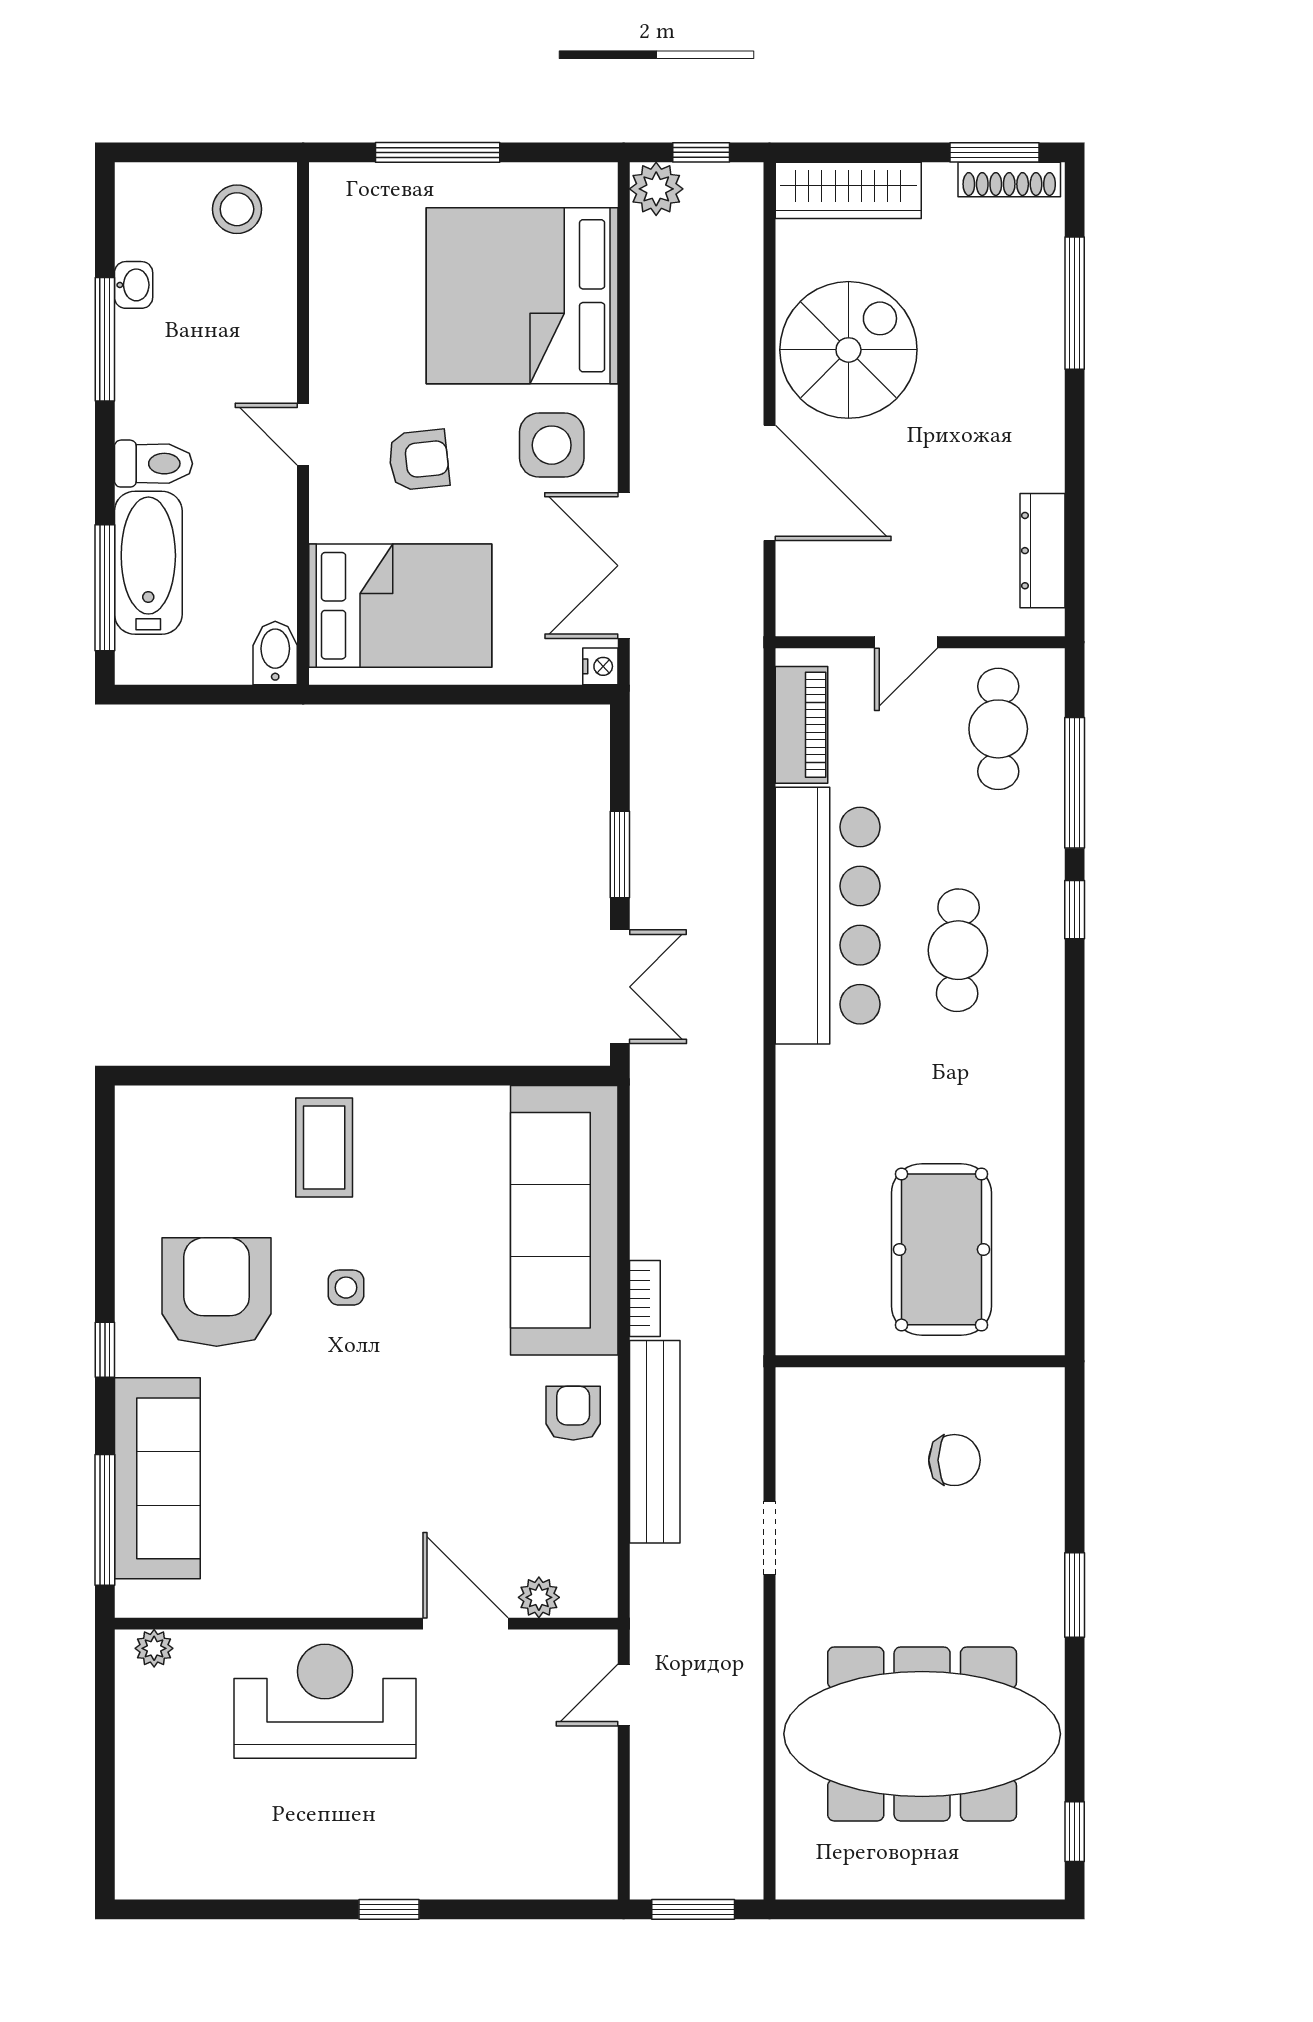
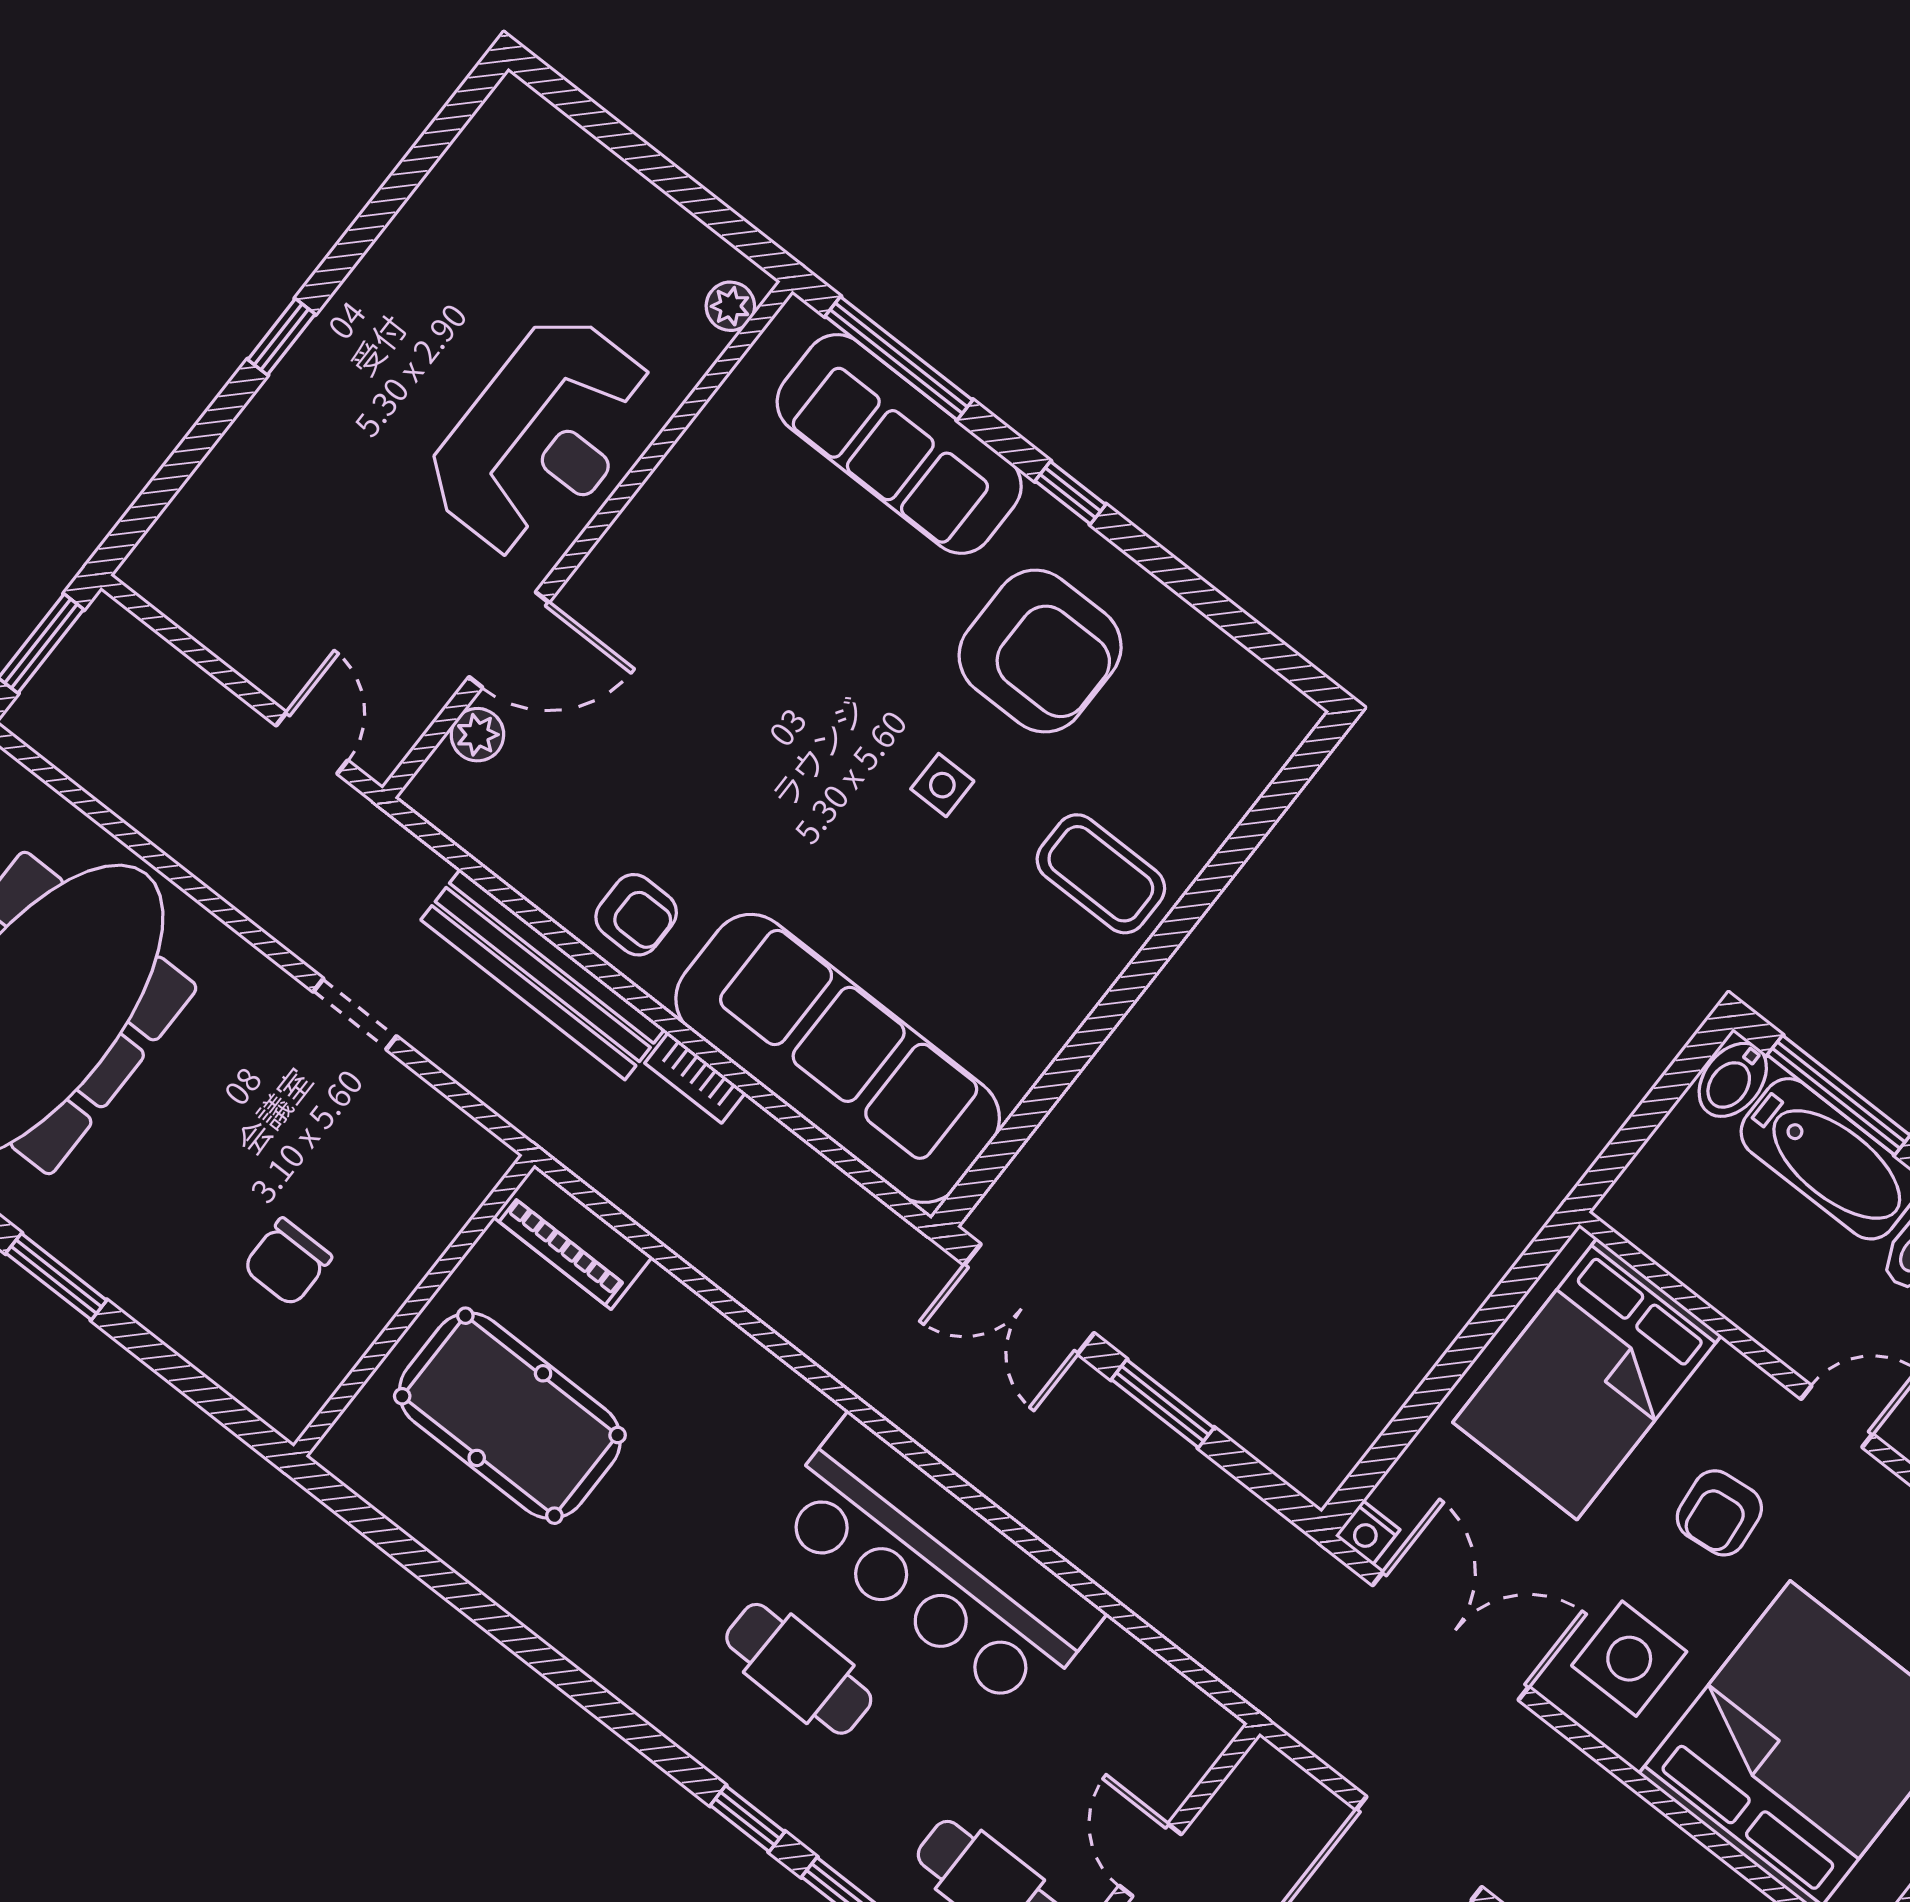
bidet: (275, 653) -> (1733, 1080), moved, turned 90
piano: (801, 725) -> (573, 1237), moved

